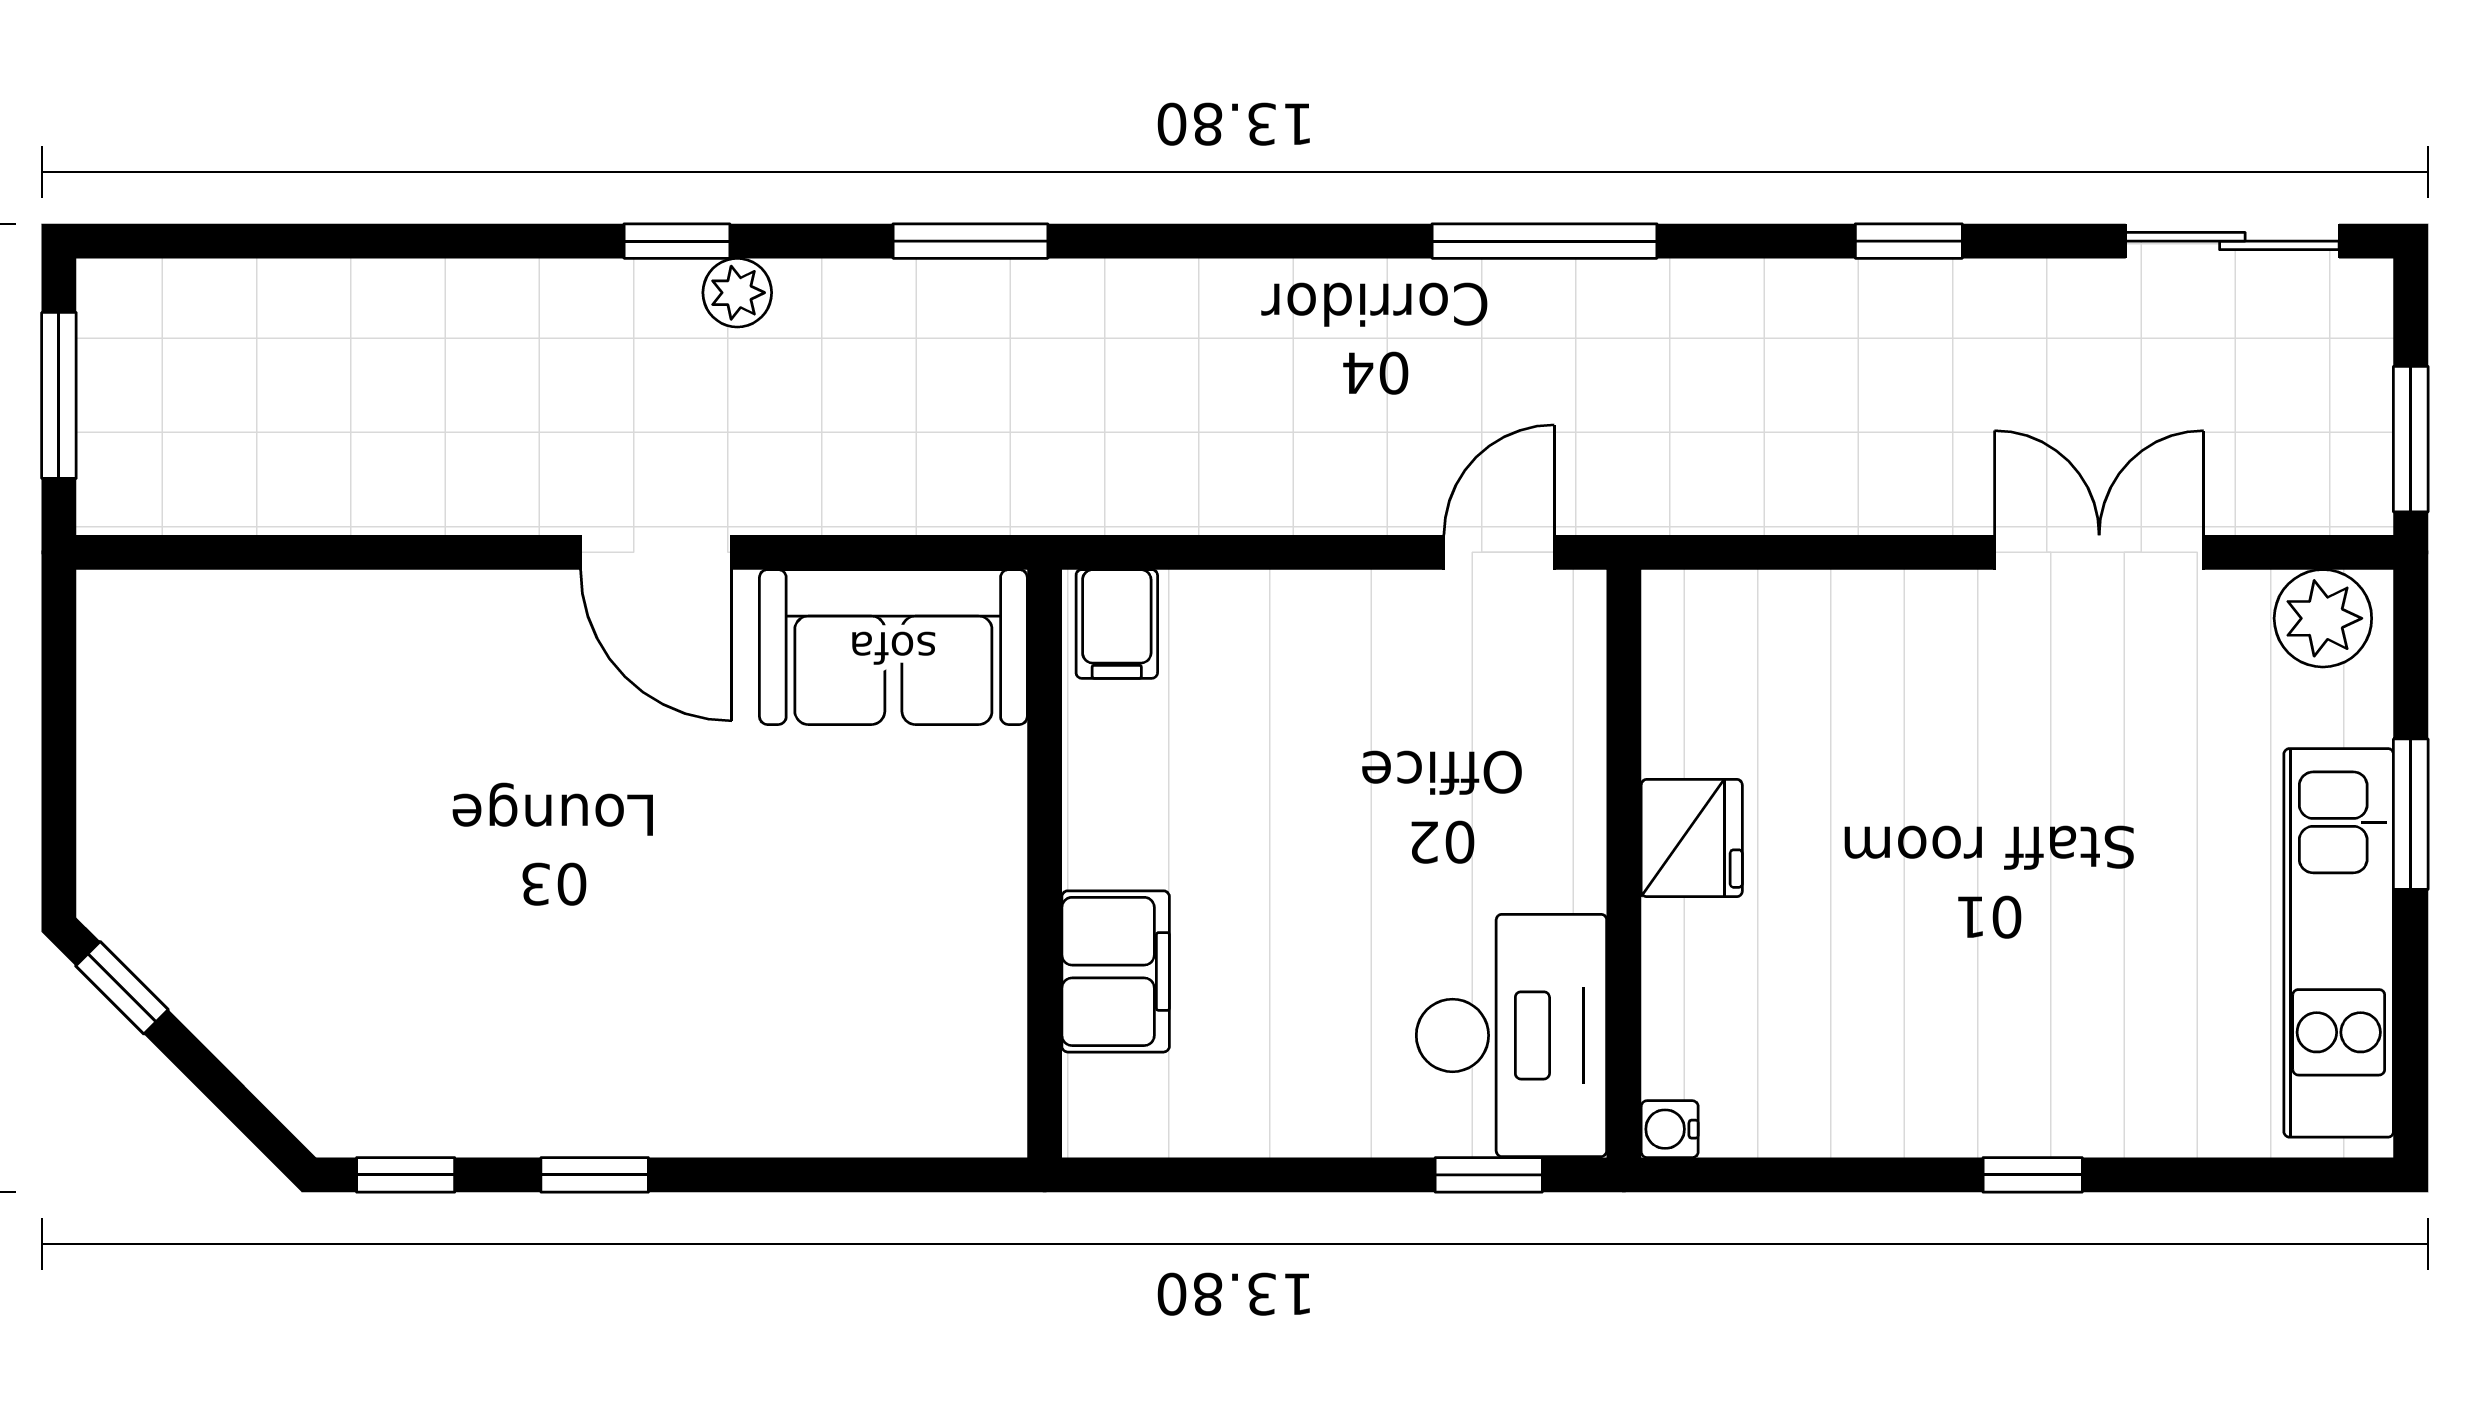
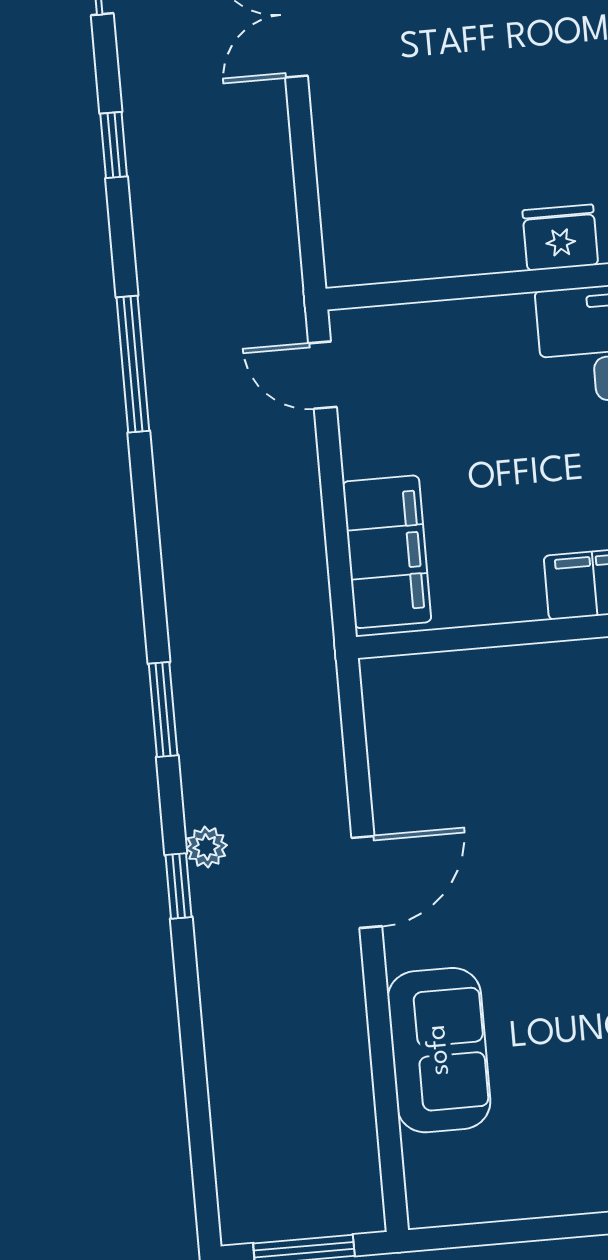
filing cabinet: (1117, 624) -> (387, 552), width x3.00, depth x1.17
sofa: (893, 647) -> (439, 1050), moved
fridge: (1692, 838) -> (560, 238), moved

